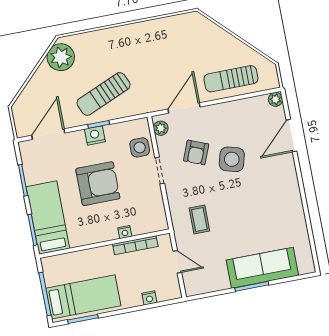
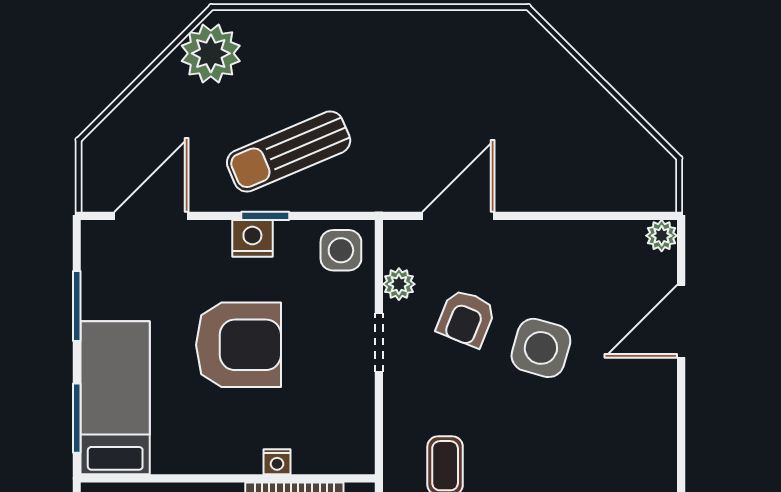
sun lounger: (231, 79) -> (573, 172), removed
plant: (161, 128) -> (399, 284), moved
side table: (140, 147) -> (341, 250), moved

